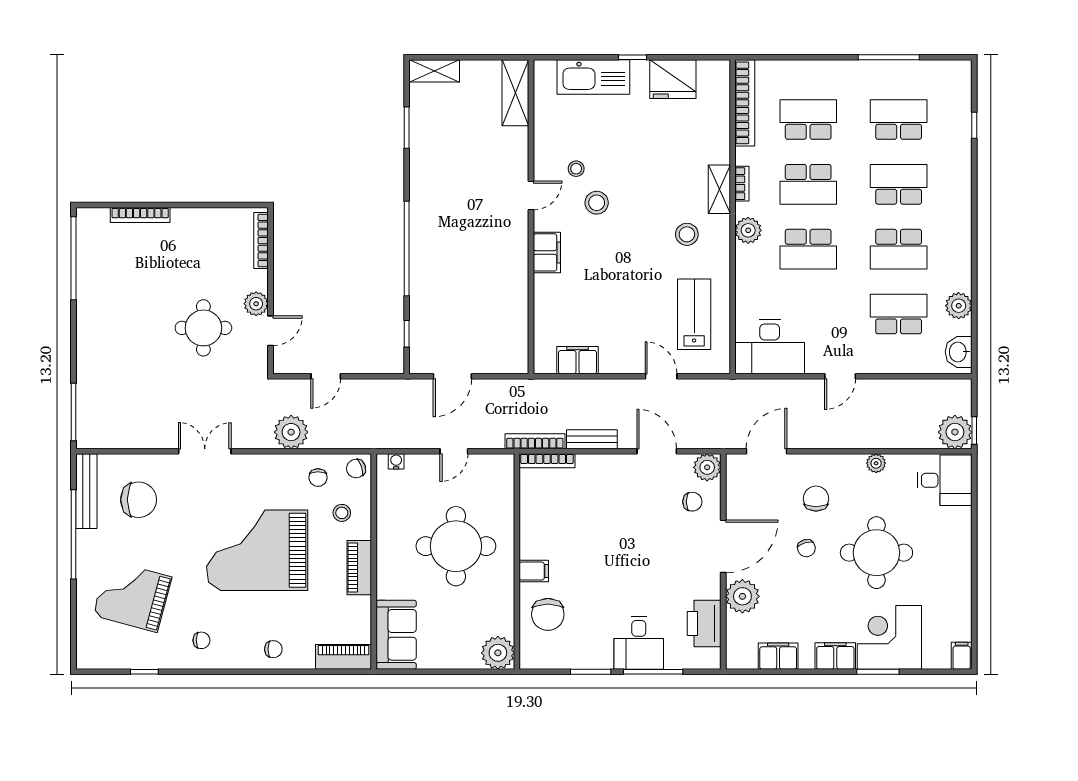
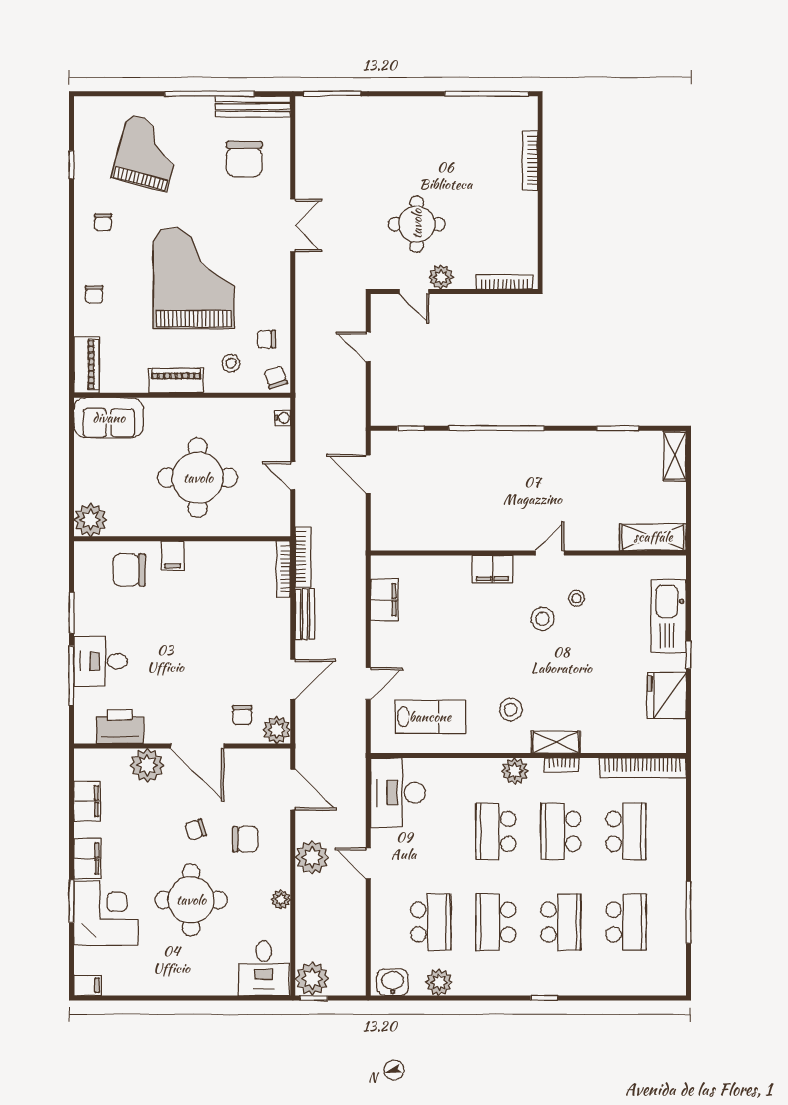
window: (974, 125) -> (544, 998), moved
door: (531, 195) -> (550, 553), swing flipped
plant: (291, 432) -> (312, 857), moved

